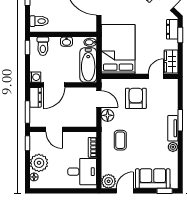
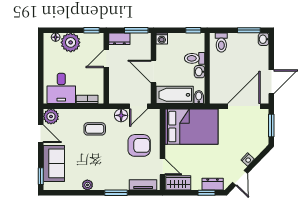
toilet: (43, 46) -> (195, 58), moved
door: (54, 85) -> (153, 71), moved
dresser: (36, 97) -> (119, 39), moved
window: (27, 112) -> (136, 30), moved
tv unit: (173, 128) -> (143, 185), moved

